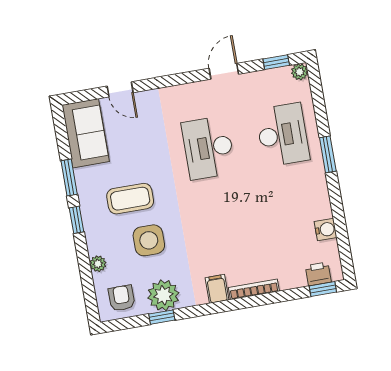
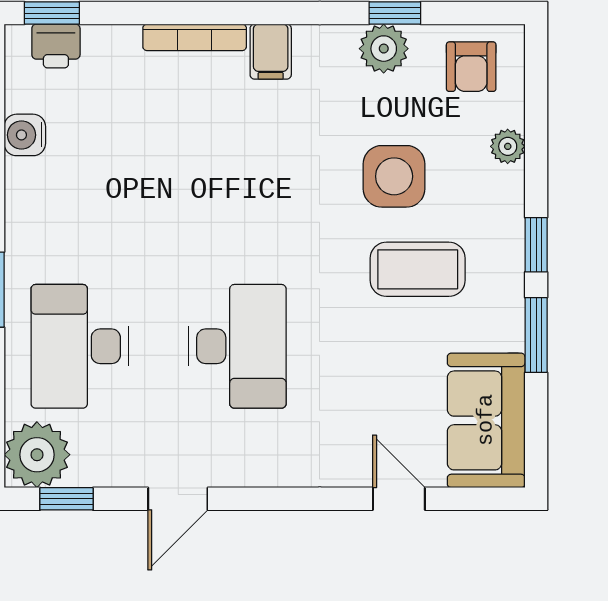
plant: (300, 72) -> (37, 455), width x1.88, depth x1.88
plant: (163, 295) -> (384, 49), width x0.73, depth x0.73

